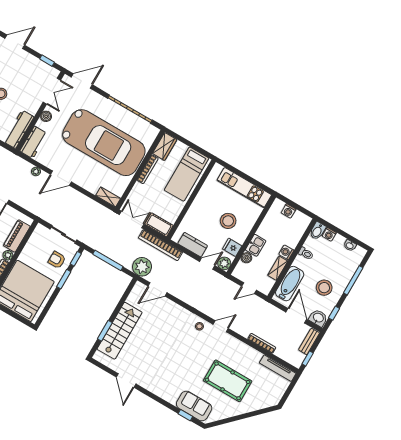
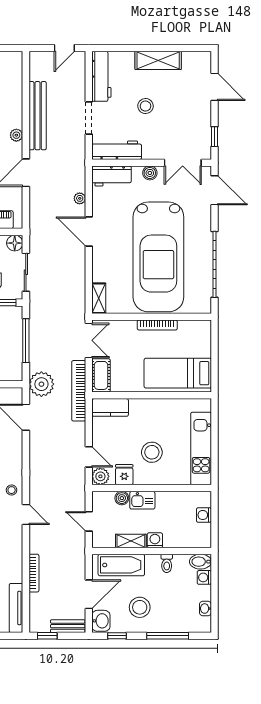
wardrobe: (165, 146) -> (195, 329), removed
floor lamp: (40, 231) -> (15, 243), added
kitchen counter: (193, 245) -> (110, 407), moved, turned 90

